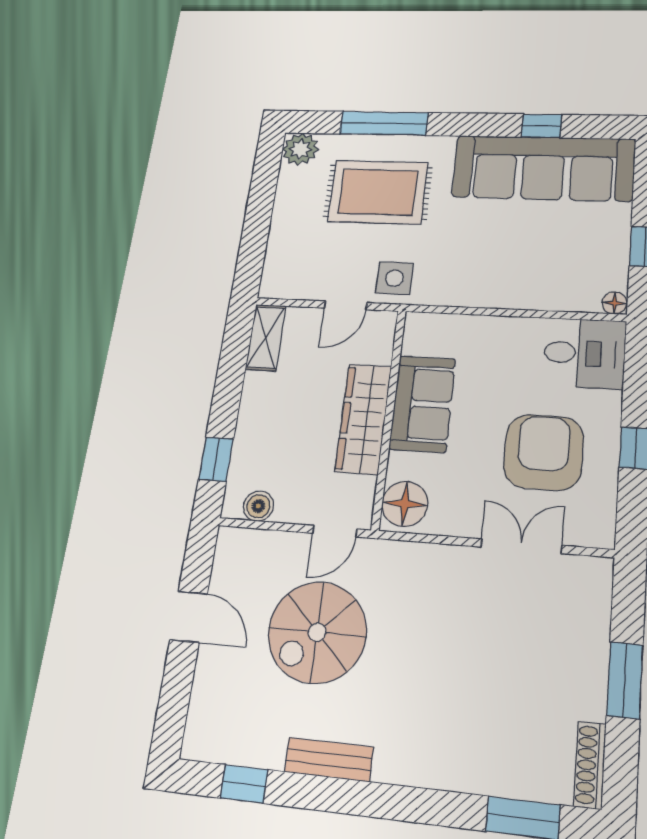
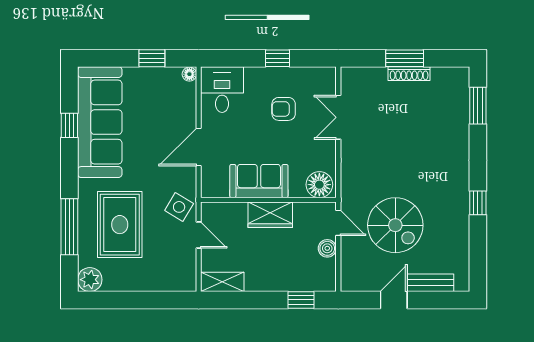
side table: (394, 278) -> (179, 207), turned 31
door: (489, 312) -> (199, 147), added
wardrobe: (363, 419) -> (270, 215), width x0.67
armchair: (544, 452) -> (284, 109), width x0.53, depth x0.53
boiler: (258, 506) -> (327, 248), moved
bench: (329, 760) -> (430, 283), moved, turned 90
shoe rack: (590, 765) -> (409, 74), moved
window: (244, 784) -> (478, 203), moved

